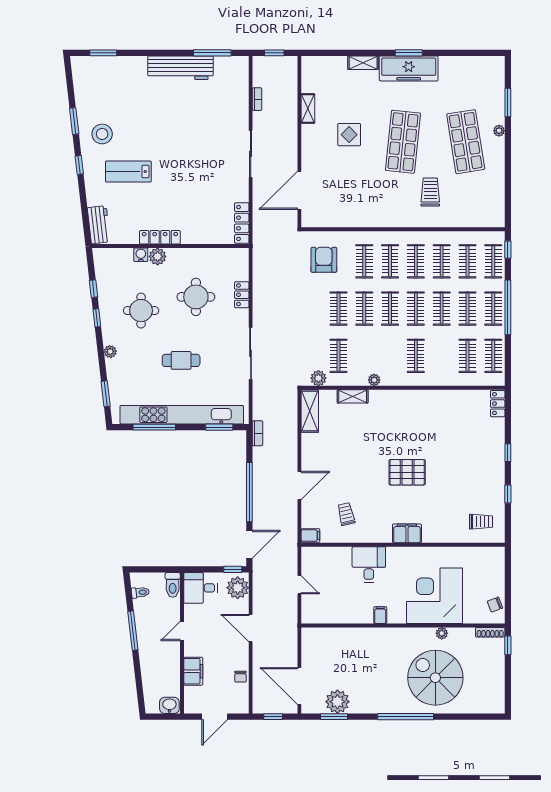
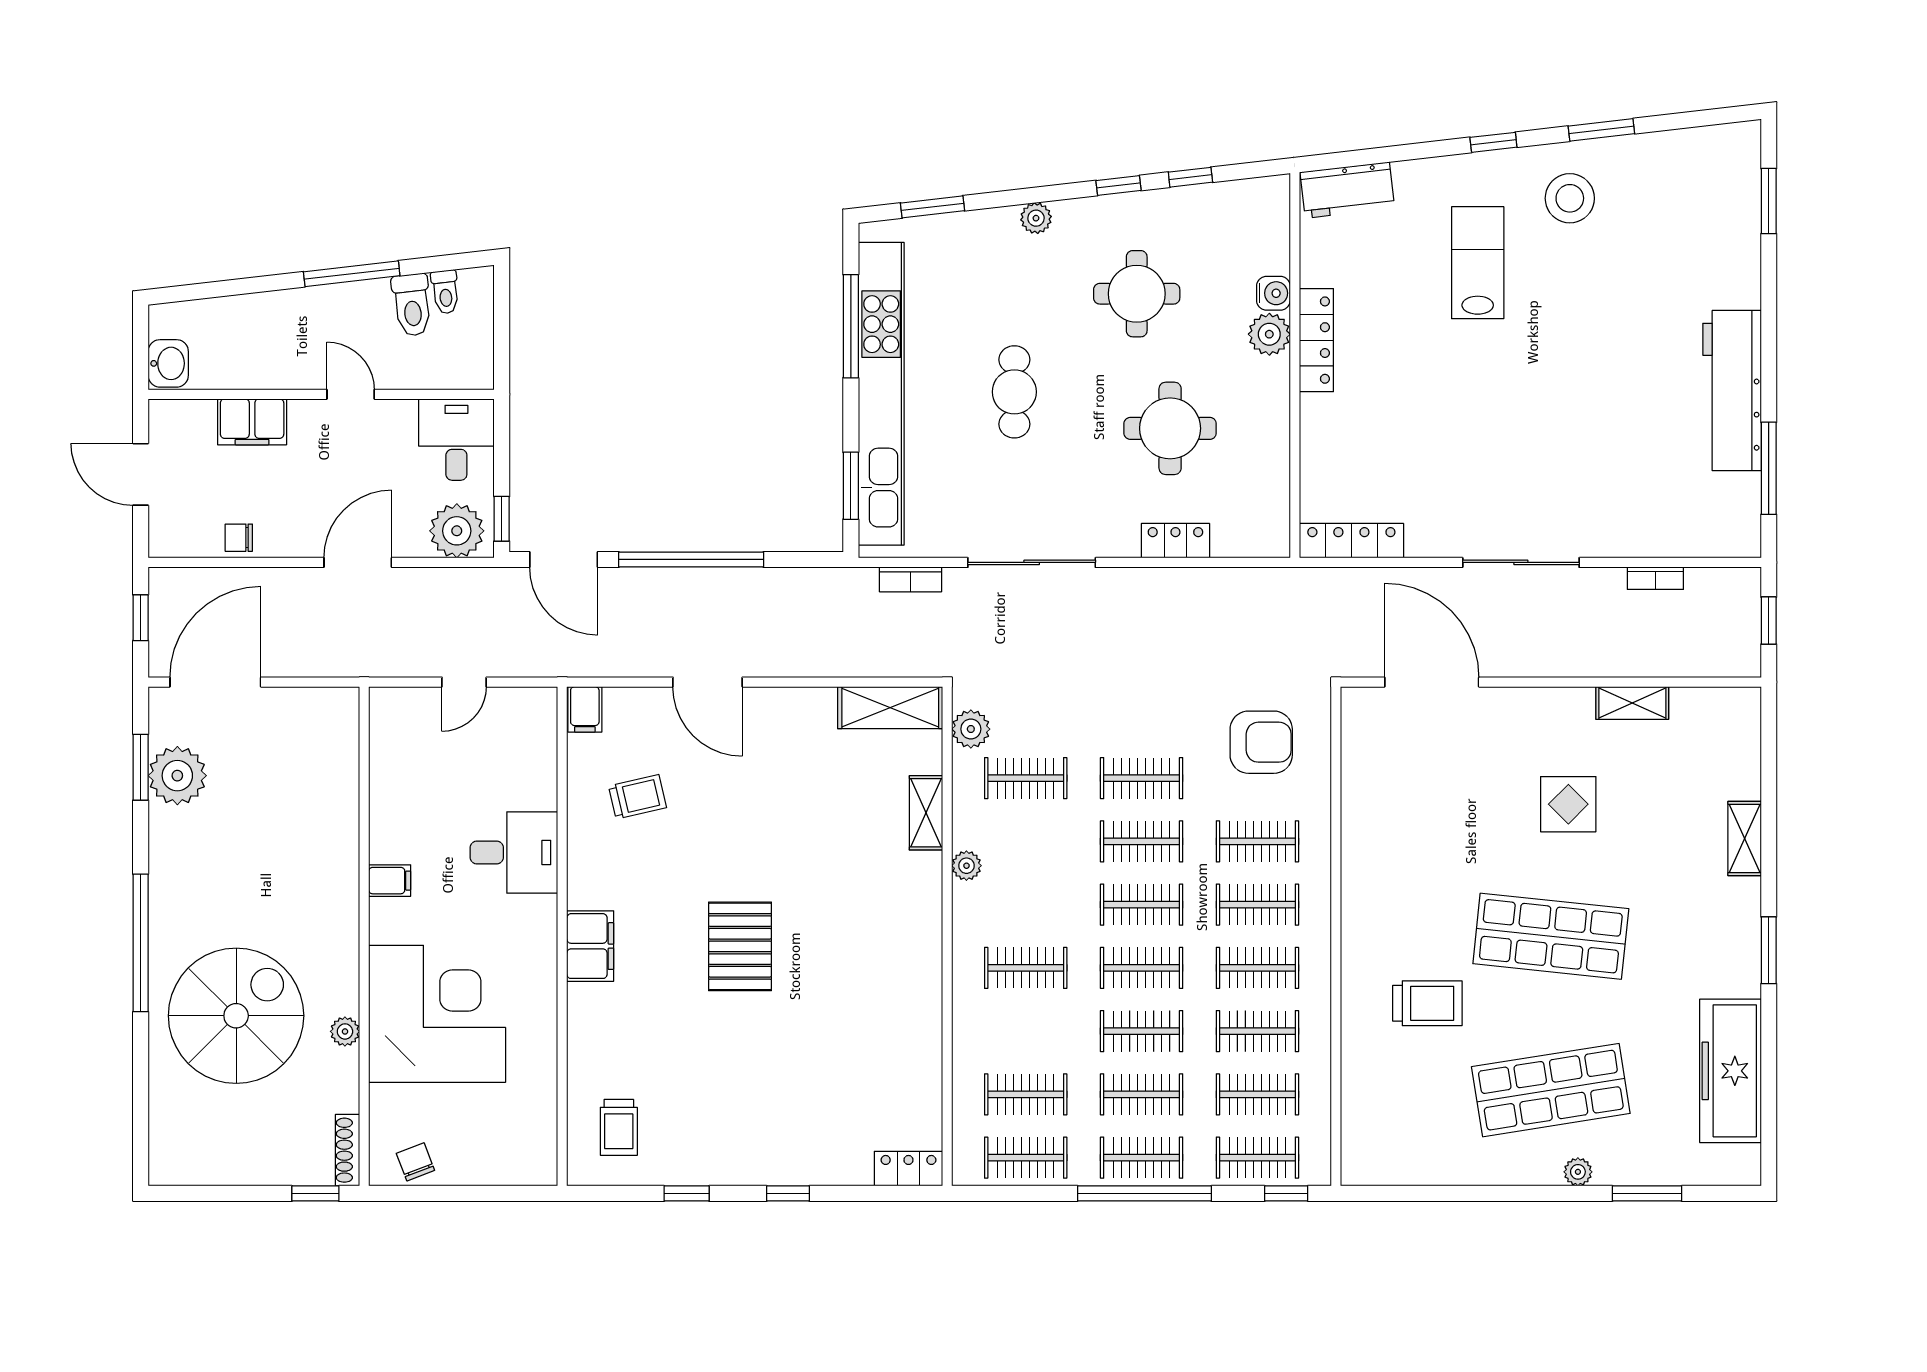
freezer: (409, 68) -> (1730, 1071), moved
bookcase: (257, 433) -> (910, 579), moved
toilet: (173, 585) -> (412, 305), moved, turned -97

